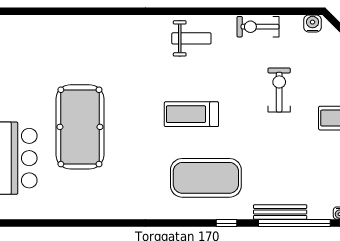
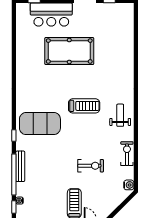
weight bench: (191, 38) -> (120, 115), turned 180
treadmill: (191, 114) -> (84, 106), moved, turned 90
exercise mat: (206, 178) -> (40, 124), turned 90

